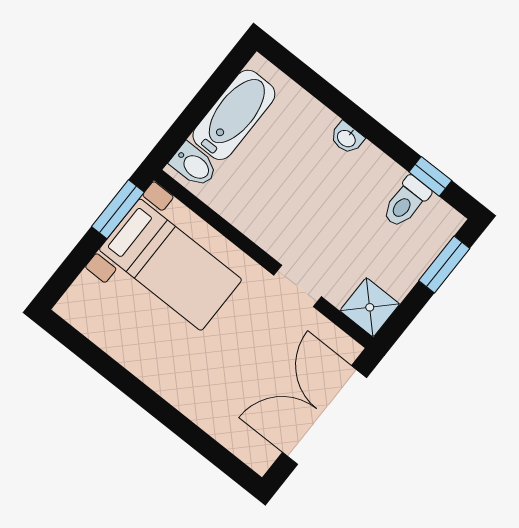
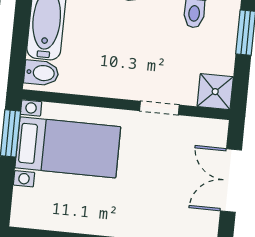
double door: (325, 415) -> (231, 180), width x0.73

